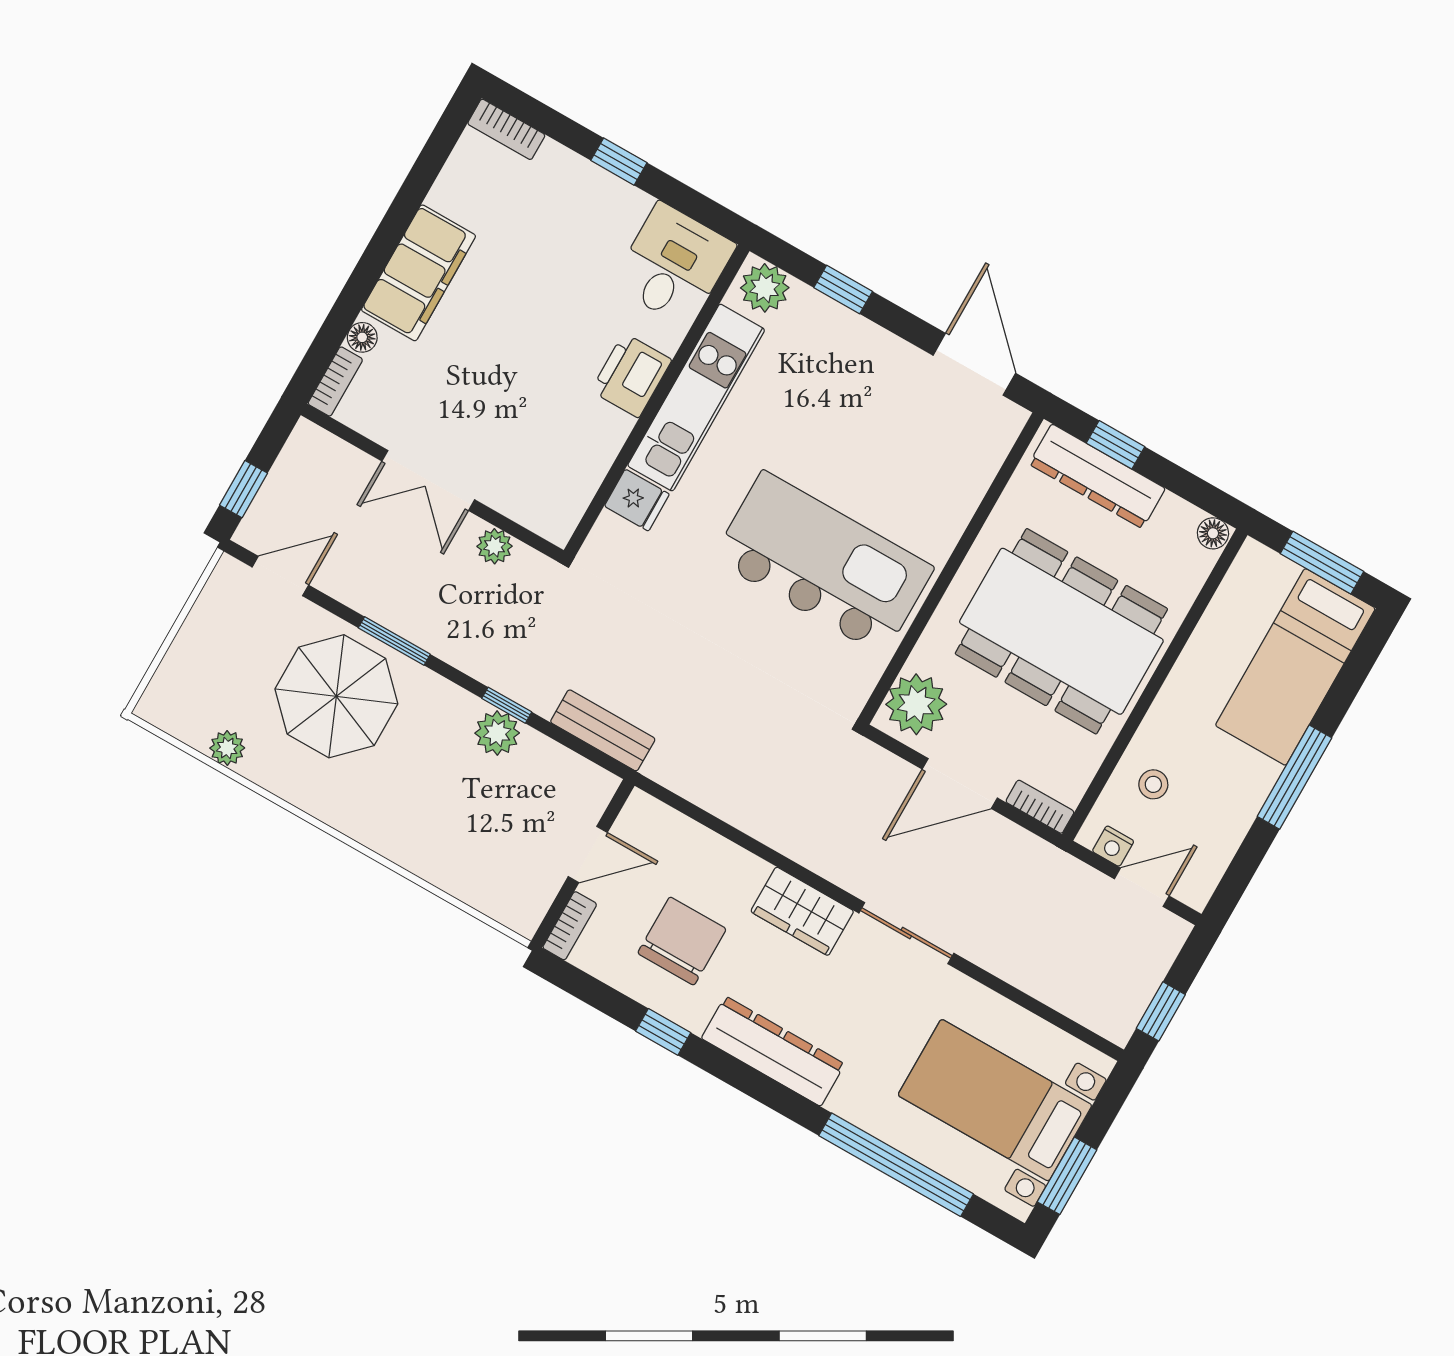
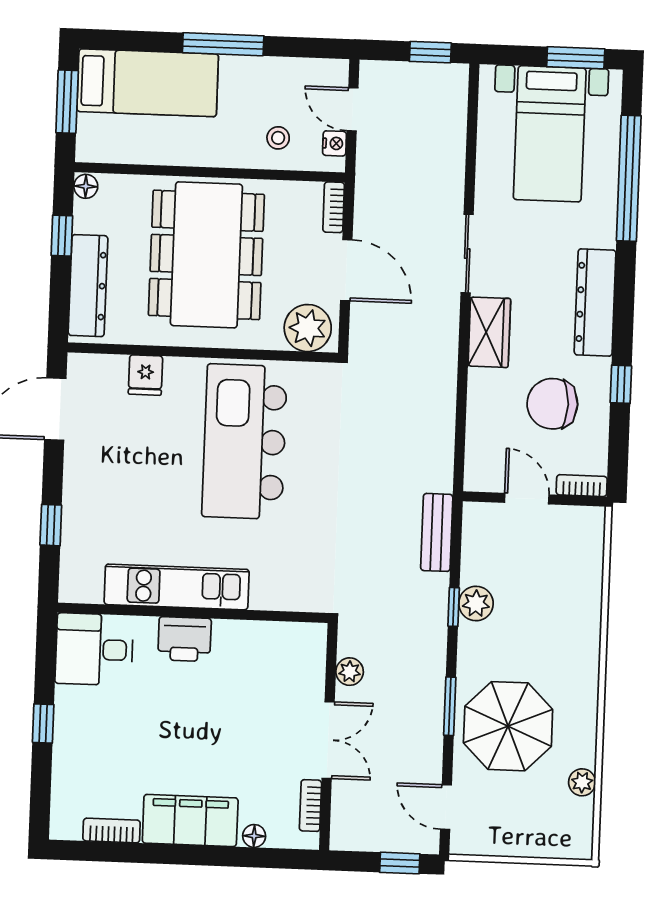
bookcase: (506, 129) -> (112, 831), moved, turned -90
plant: (765, 288) -> (78, 579), removed
bookcase: (335, 381) -> (310, 806), moved, turned -90
window: (1116, 445) -> (62, 236), moved
fridge: (637, 500) -> (145, 375), moved, turned 180

